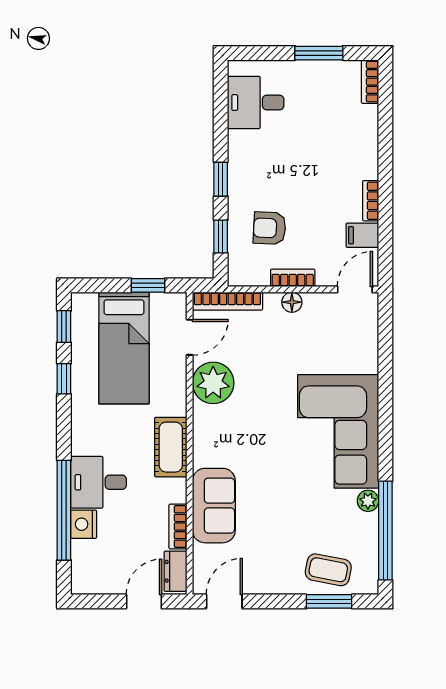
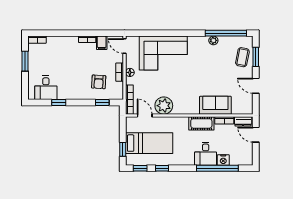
window: (221, 179) -> (59, 102), moved
window: (148, 285) -> (123, 149), moved
corner sofa: (338, 431) -> (163, 53), moved
cot: (171, 447) -> (201, 123), moved
door: (224, 601) -> (256, 86), moved

